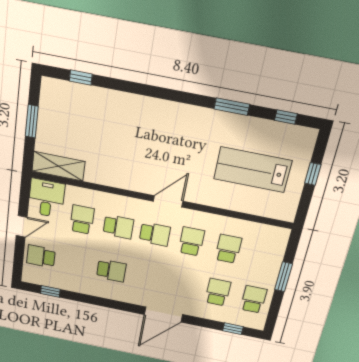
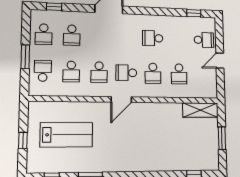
desk: (46, 198) -> (206, 85), removed
school desk: (118, 227) -> (153, 73), turned -90
school desk: (265, 256) -> (43, 71), added

